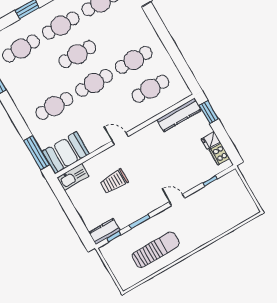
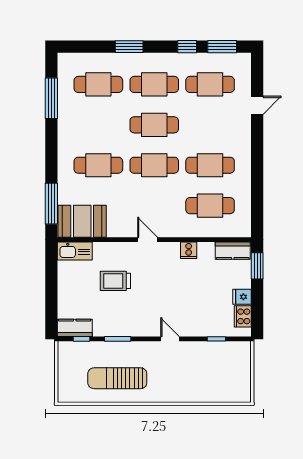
kitchen counter: (179, 115) -> (233, 251), width x0.67
cooker: (154, 129) -> (189, 250), added
sun lounger: (156, 250) -> (117, 378), turned 180

